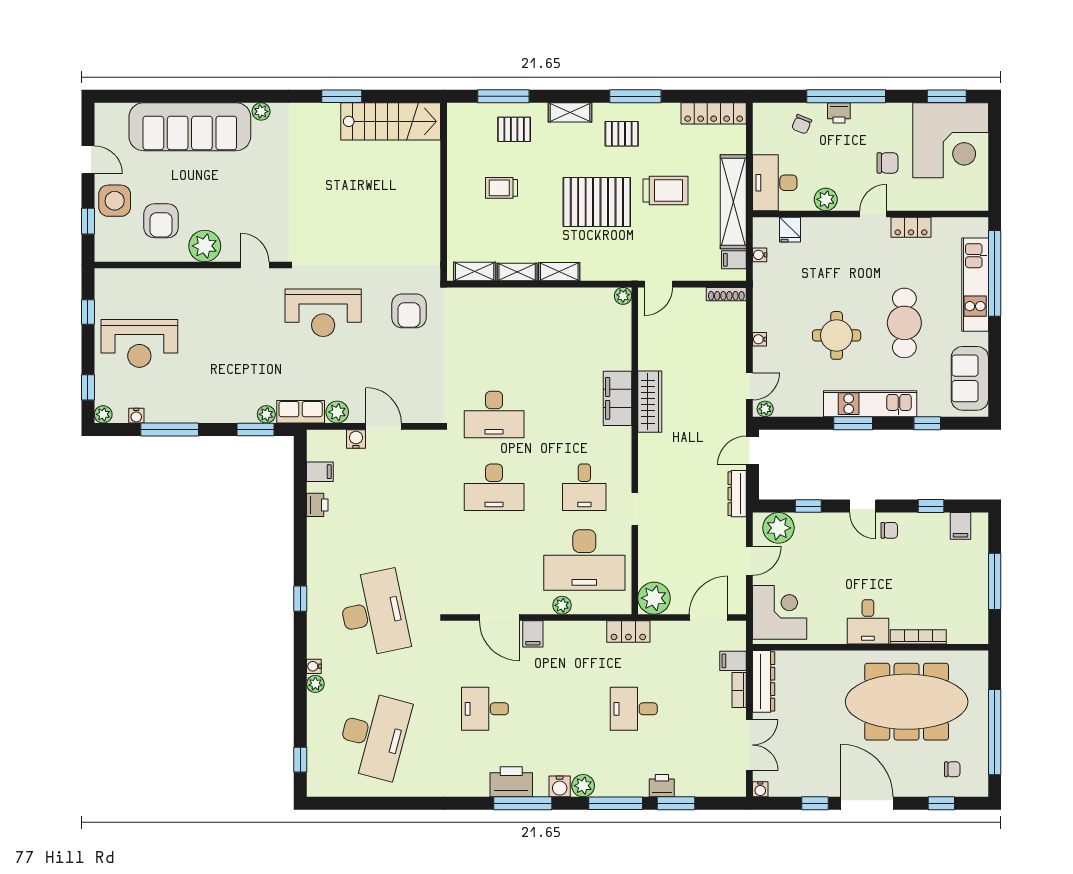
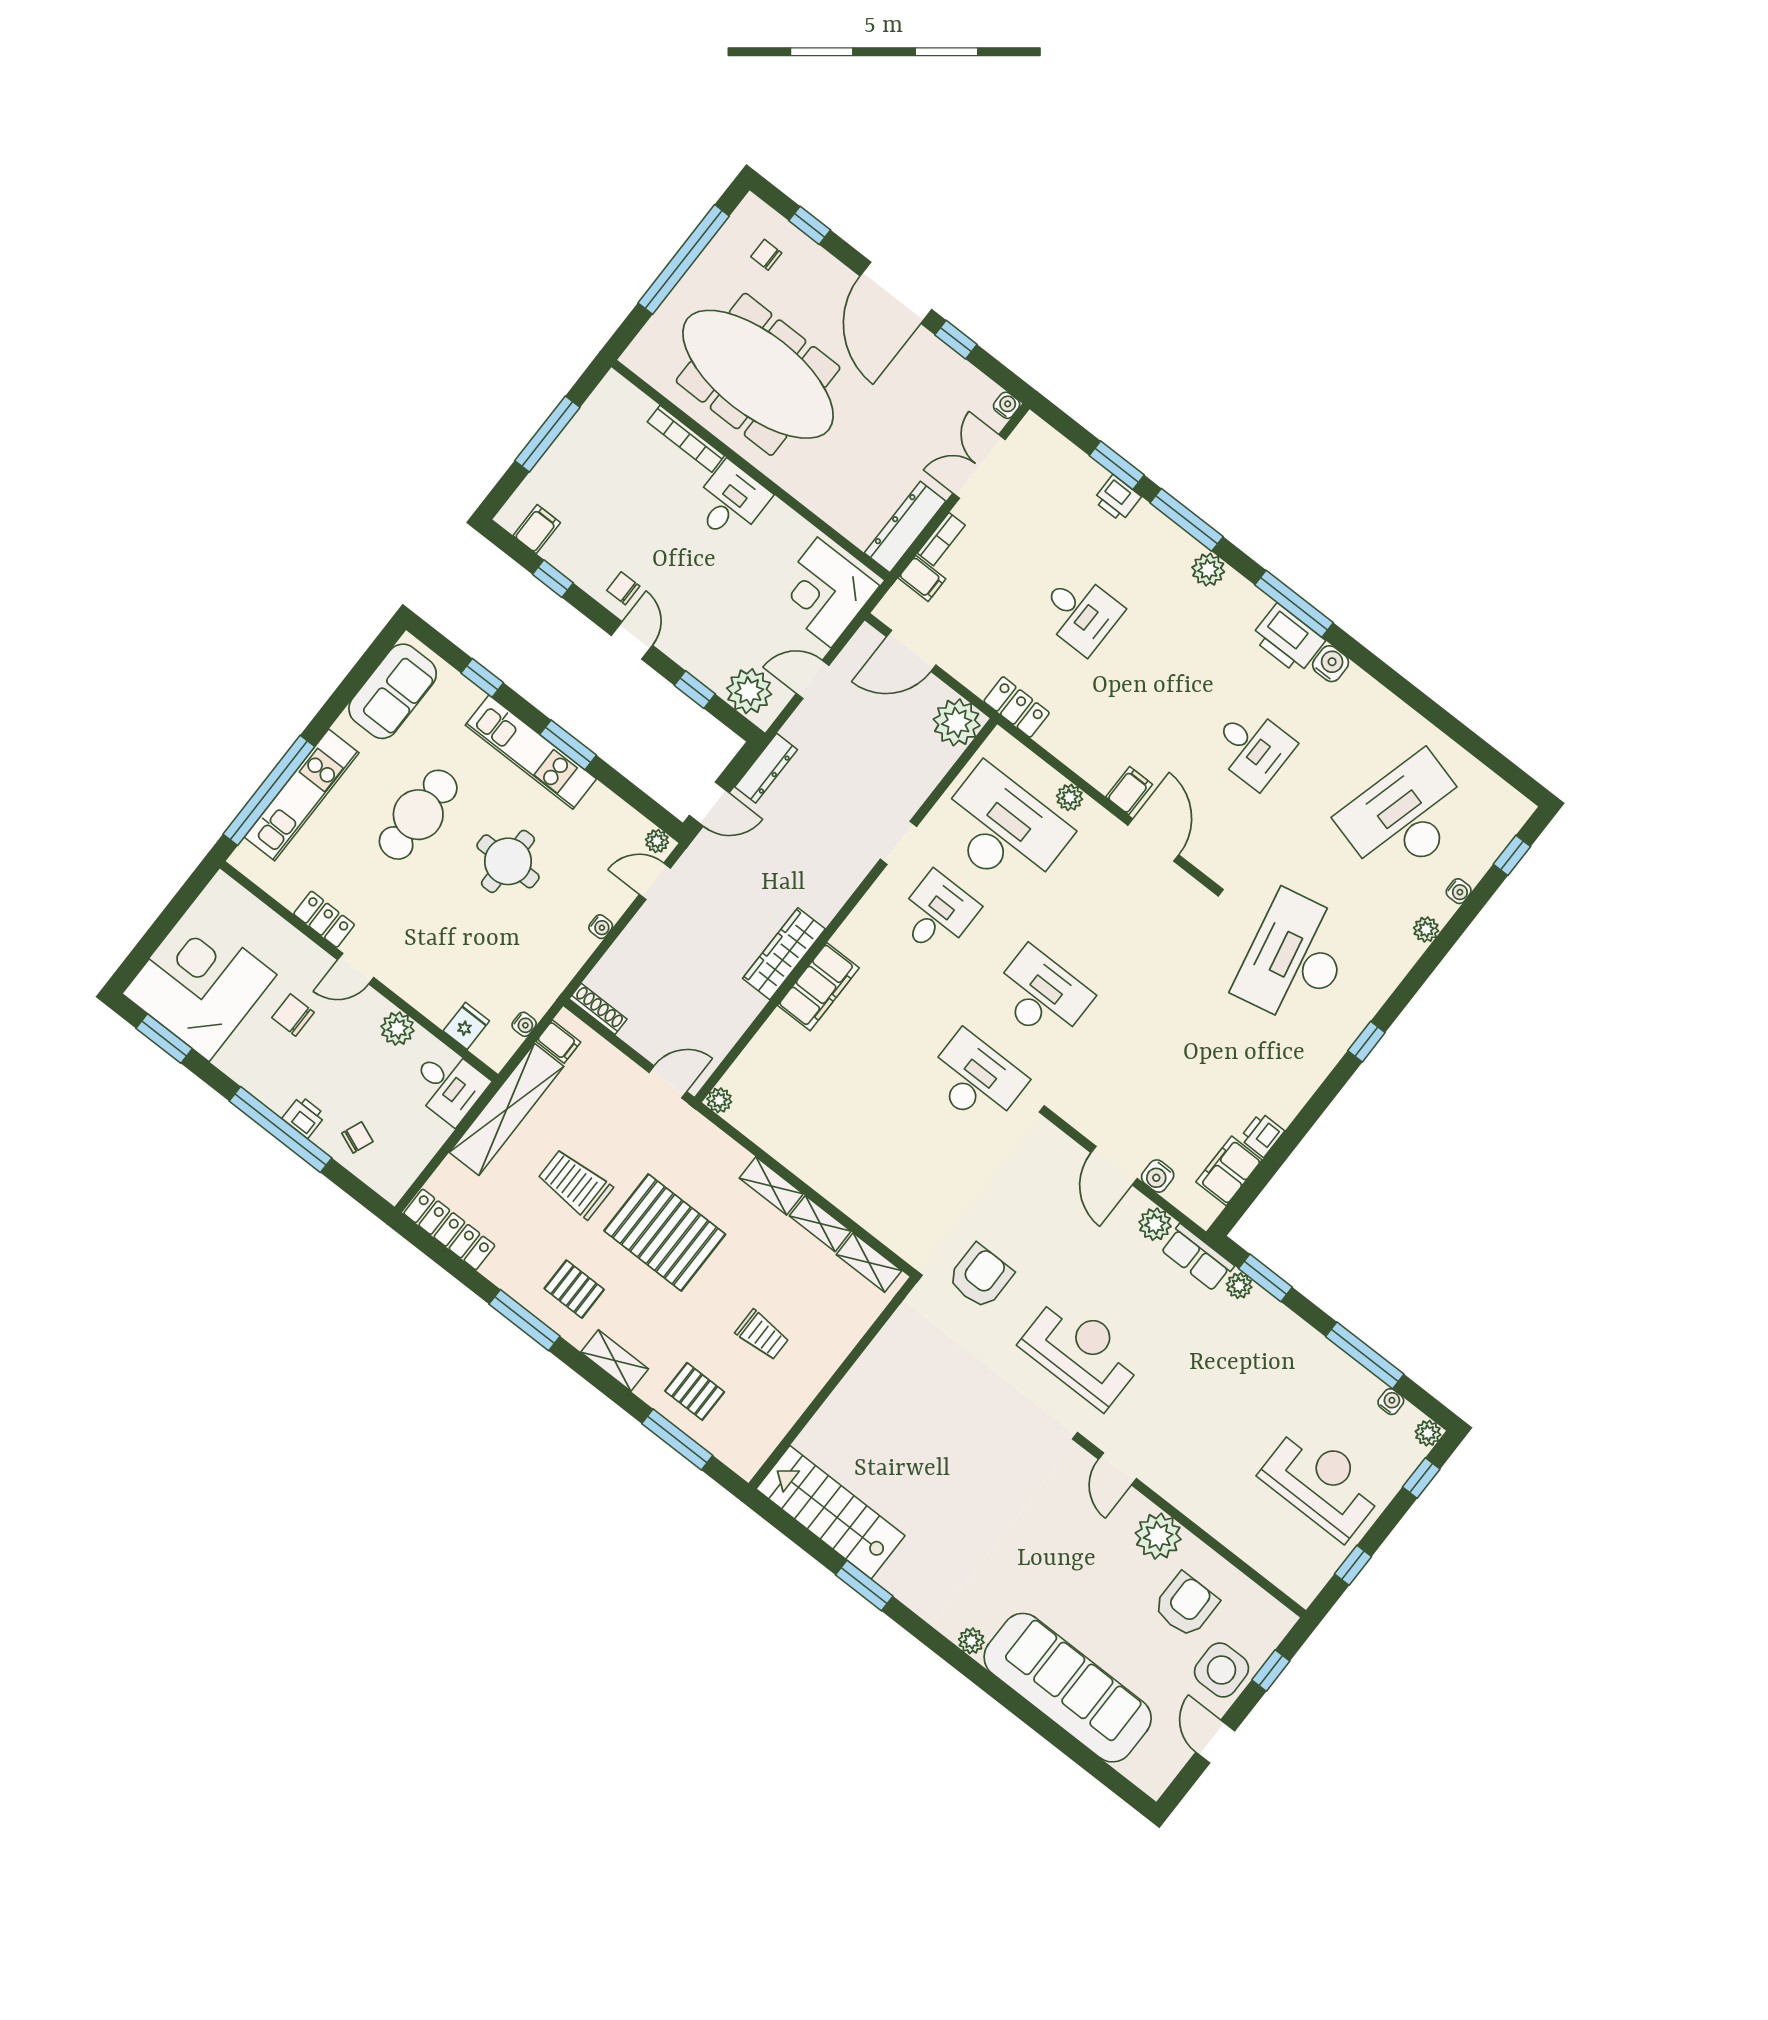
desk: (775, 183) -> (448, 1085), width x0.73
filing cabinet: (320, 472) -> (1229, 1171), width x2.00
water cooler: (314, 666) -> (1459, 891), moved
water cooler: (560, 786) -> (1331, 664), moved

